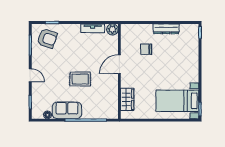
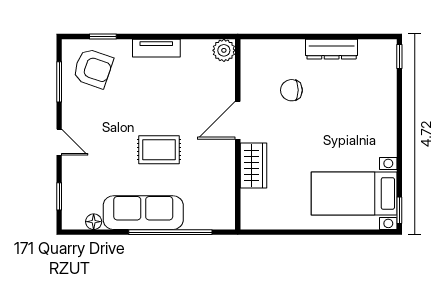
tv unit: (93, 28) -> (156, 48), moved
wardrobe: (127, 99) -> (253, 166), moved
sofa: (67, 110) -> (143, 213), width x1.36

